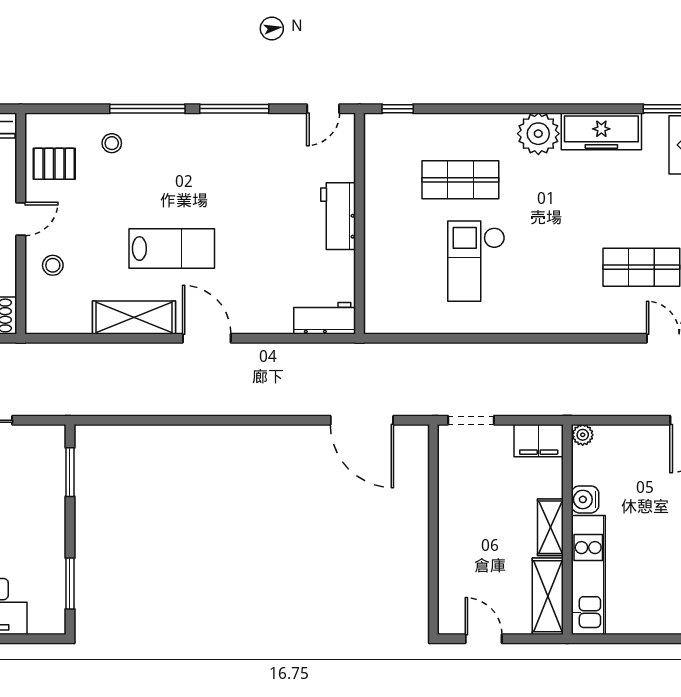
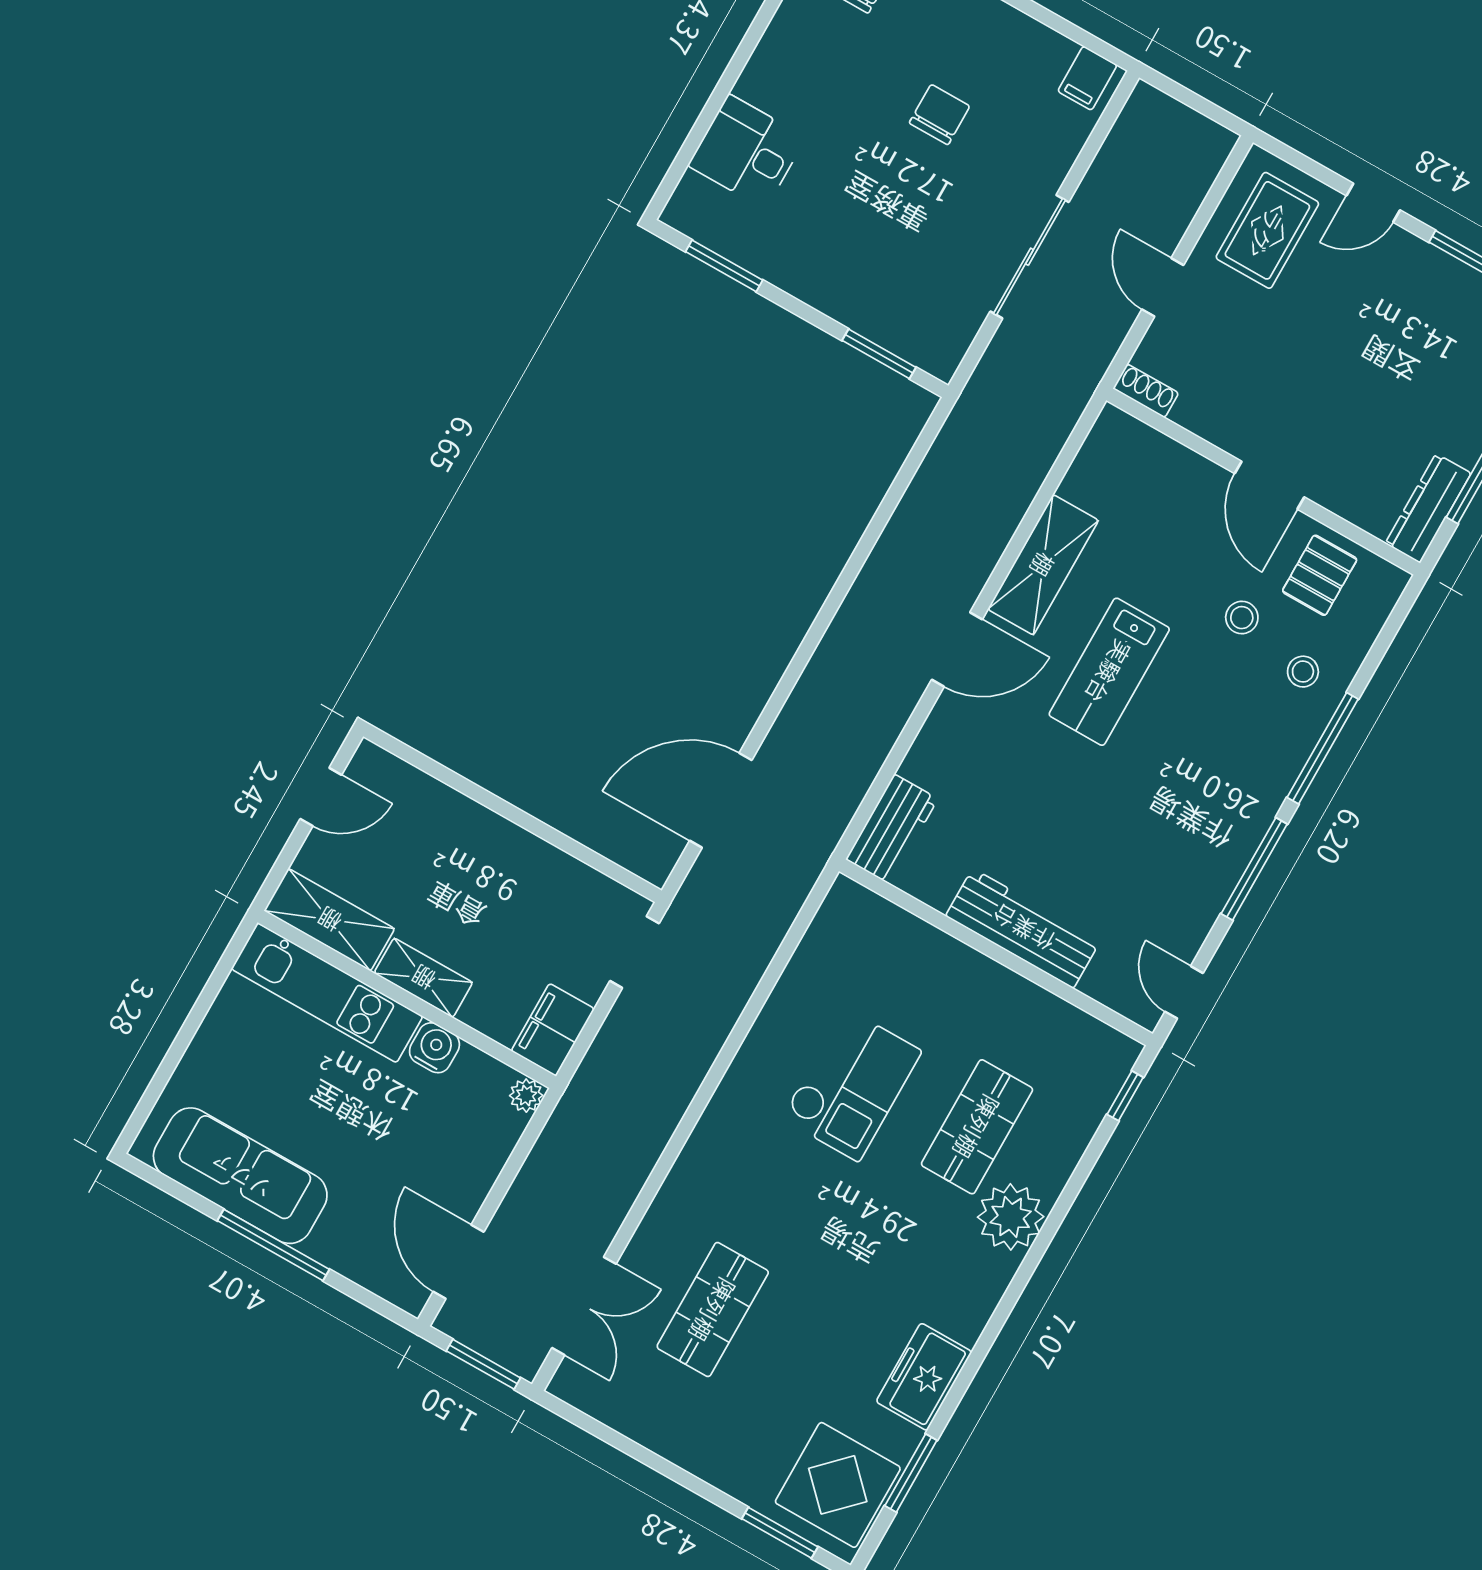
freezer: (601, 131) -> (924, 1377), width x0.71
plant: (538, 134) -> (1011, 1217), moved
workbench: (338, 216) -> (1023, 928), width x1.38
door: (21, 219) -> (1269, 485), width x1.38
checkout: (476, 261) -> (851, 1085), turned 90
stool: (53, 265) -> (1242, 618), moved

